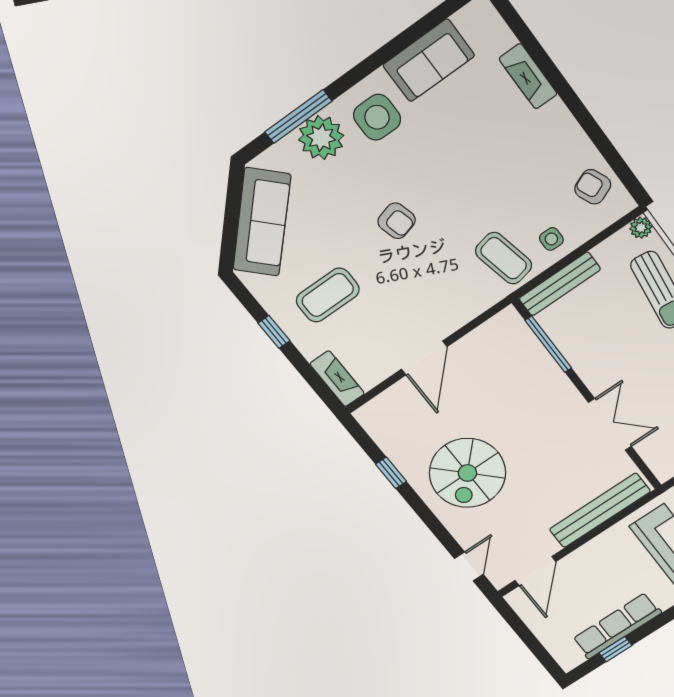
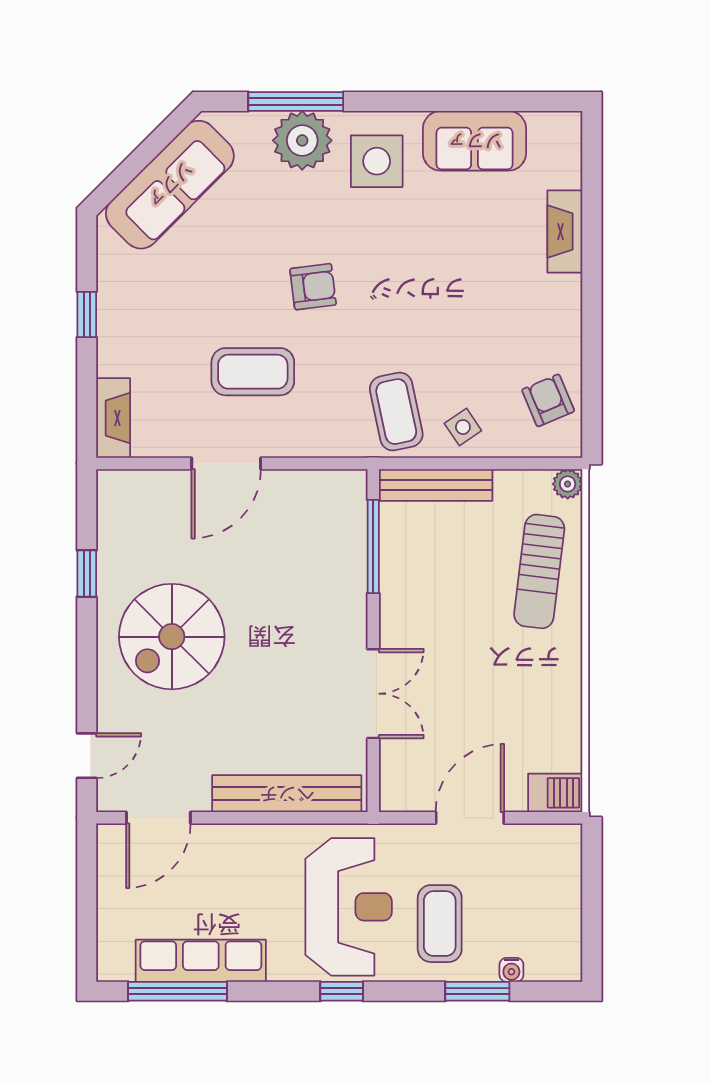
armchair: (397, 221) -> (313, 287), turned -82
side table: (551, 239) -> (463, 427), turned -34
coffee table: (328, 295) -> (253, 372), moved
window: (616, 649) -> (177, 991), width x2.17

